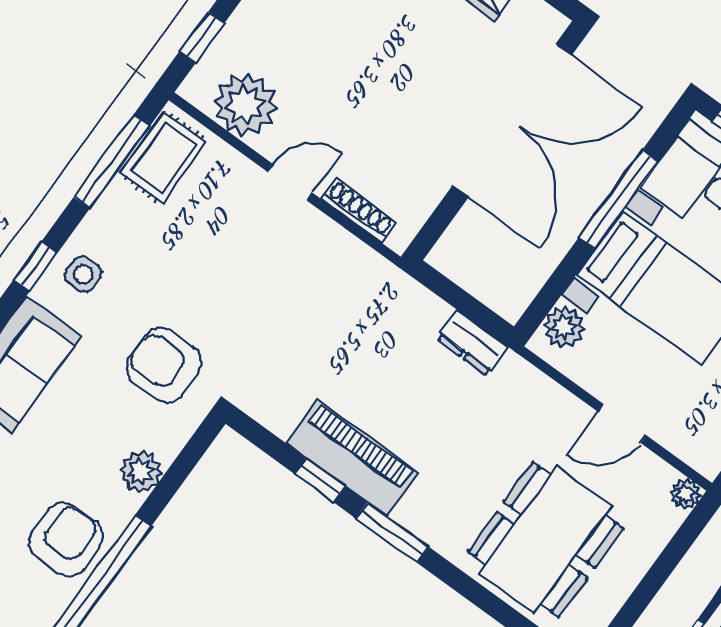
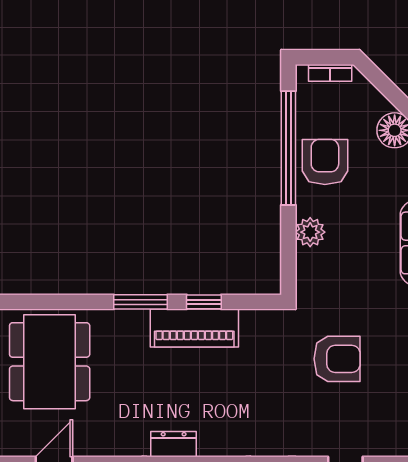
armchair: (164, 365) -> (337, 359), moved
armchair: (66, 539) -> (325, 162), turned 180

